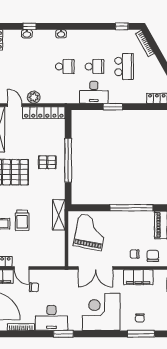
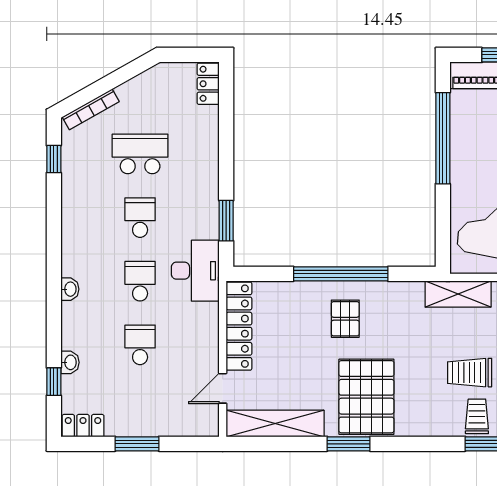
window: (29, 26) -> (54, 382), moved
school desk: (35, 67) -> (140, 345), added
desk: (94, 92) -> (195, 271), moved
plant: (34, 97) -> (206, 348), removed
window: (113, 107) -> (226, 221), moved
trolley: (22, 220) -> (470, 373), turned 180

